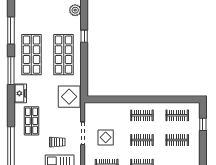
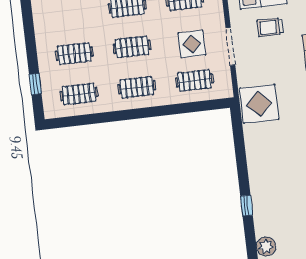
shop shelf: (64, 55) -> (277, 171), removed
clothes rail: (107, 115) -> (194, 80), added

